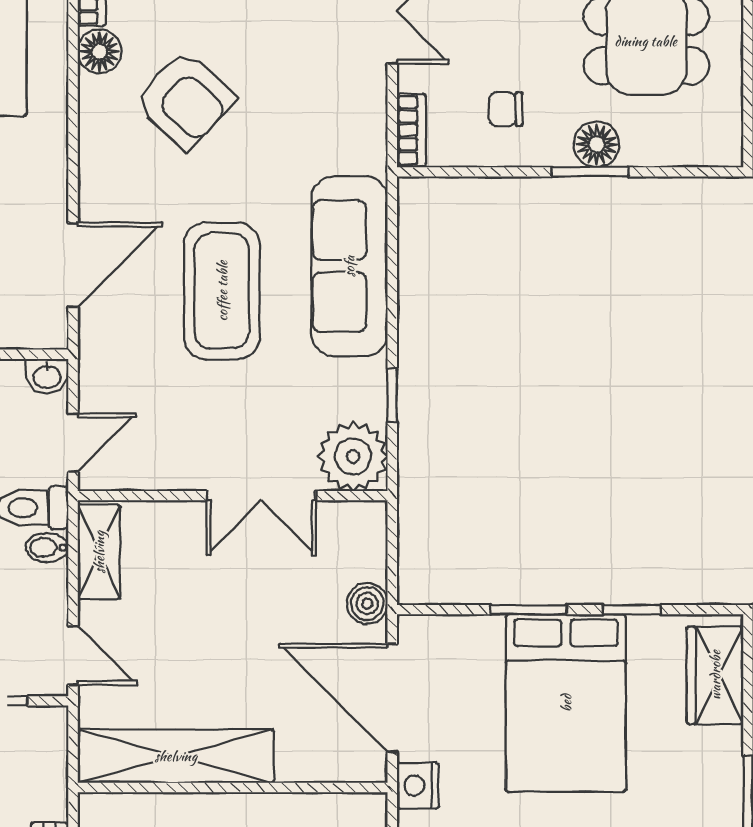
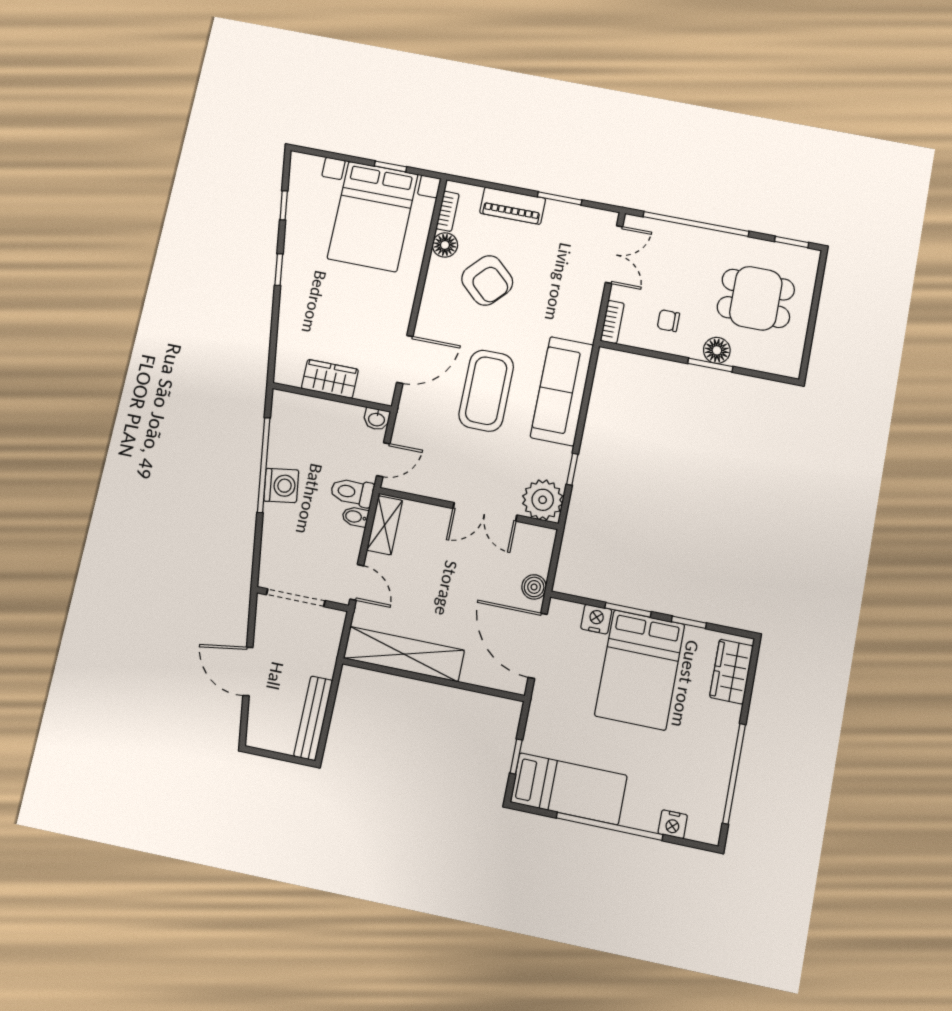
nightstand: (418, 786) -> (596, 619), moved, turned 90

